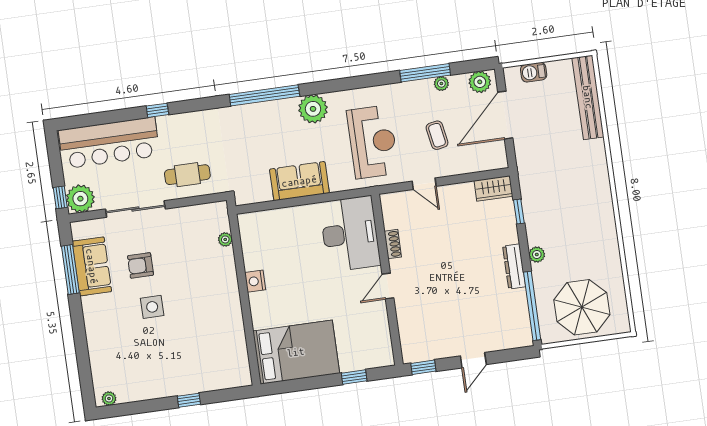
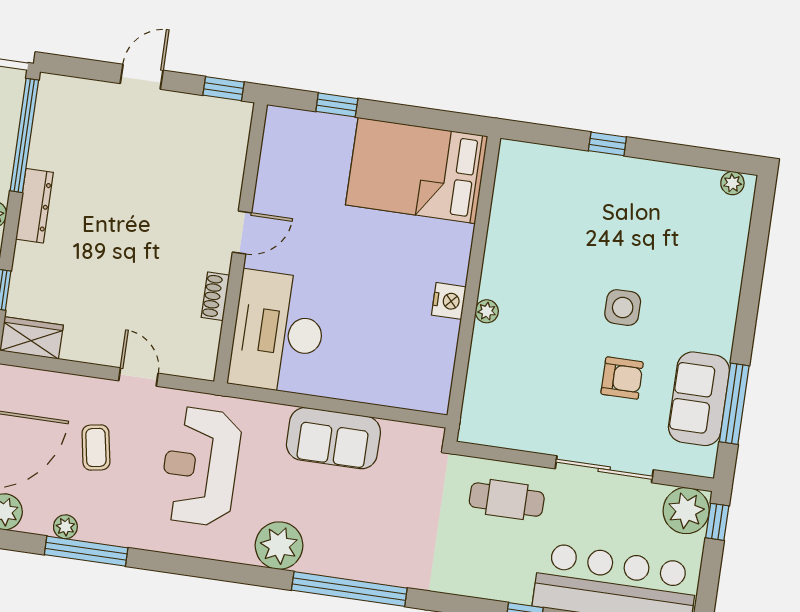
plant: (225, 239) -> (487, 311), moved

